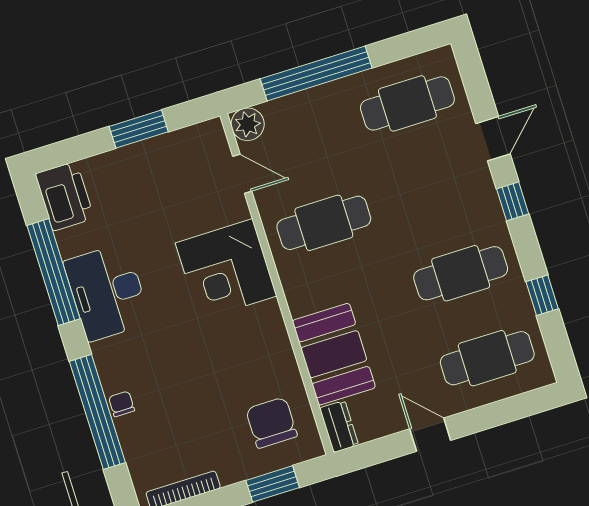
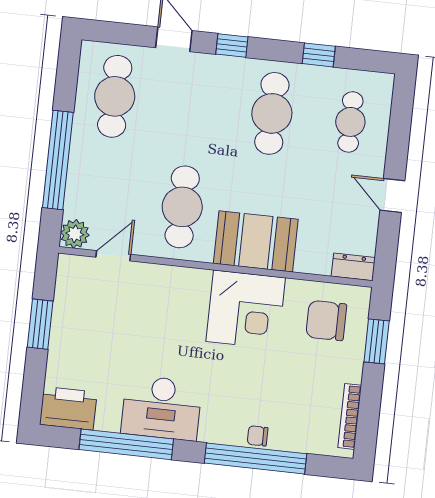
corner desk: (226, 269) -> (246, 310), moved
booth: (334, 354) -> (256, 241), moved
cafe table: (487, 358) -> (350, 122), width x0.73, depth x0.74
door: (430, 435) -> (392, 196), hinge flipped

